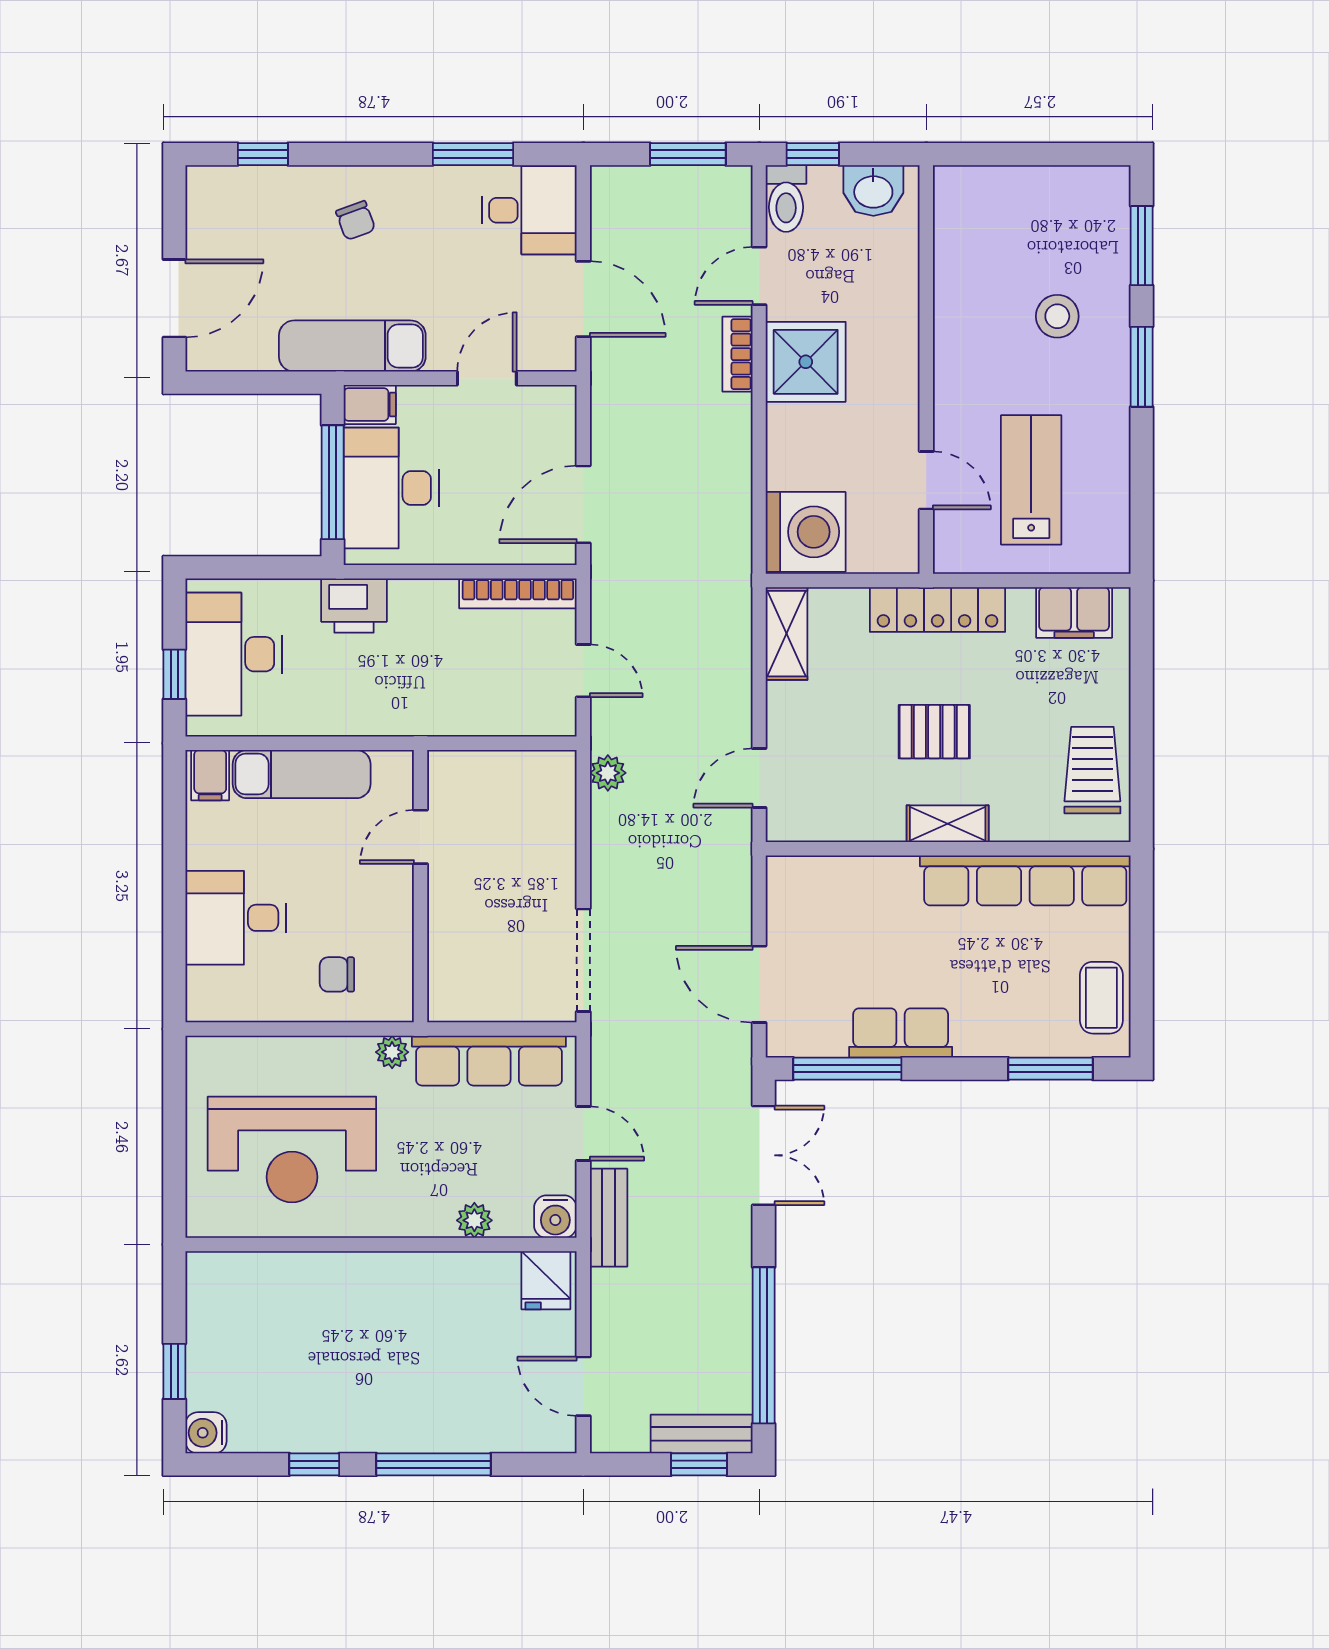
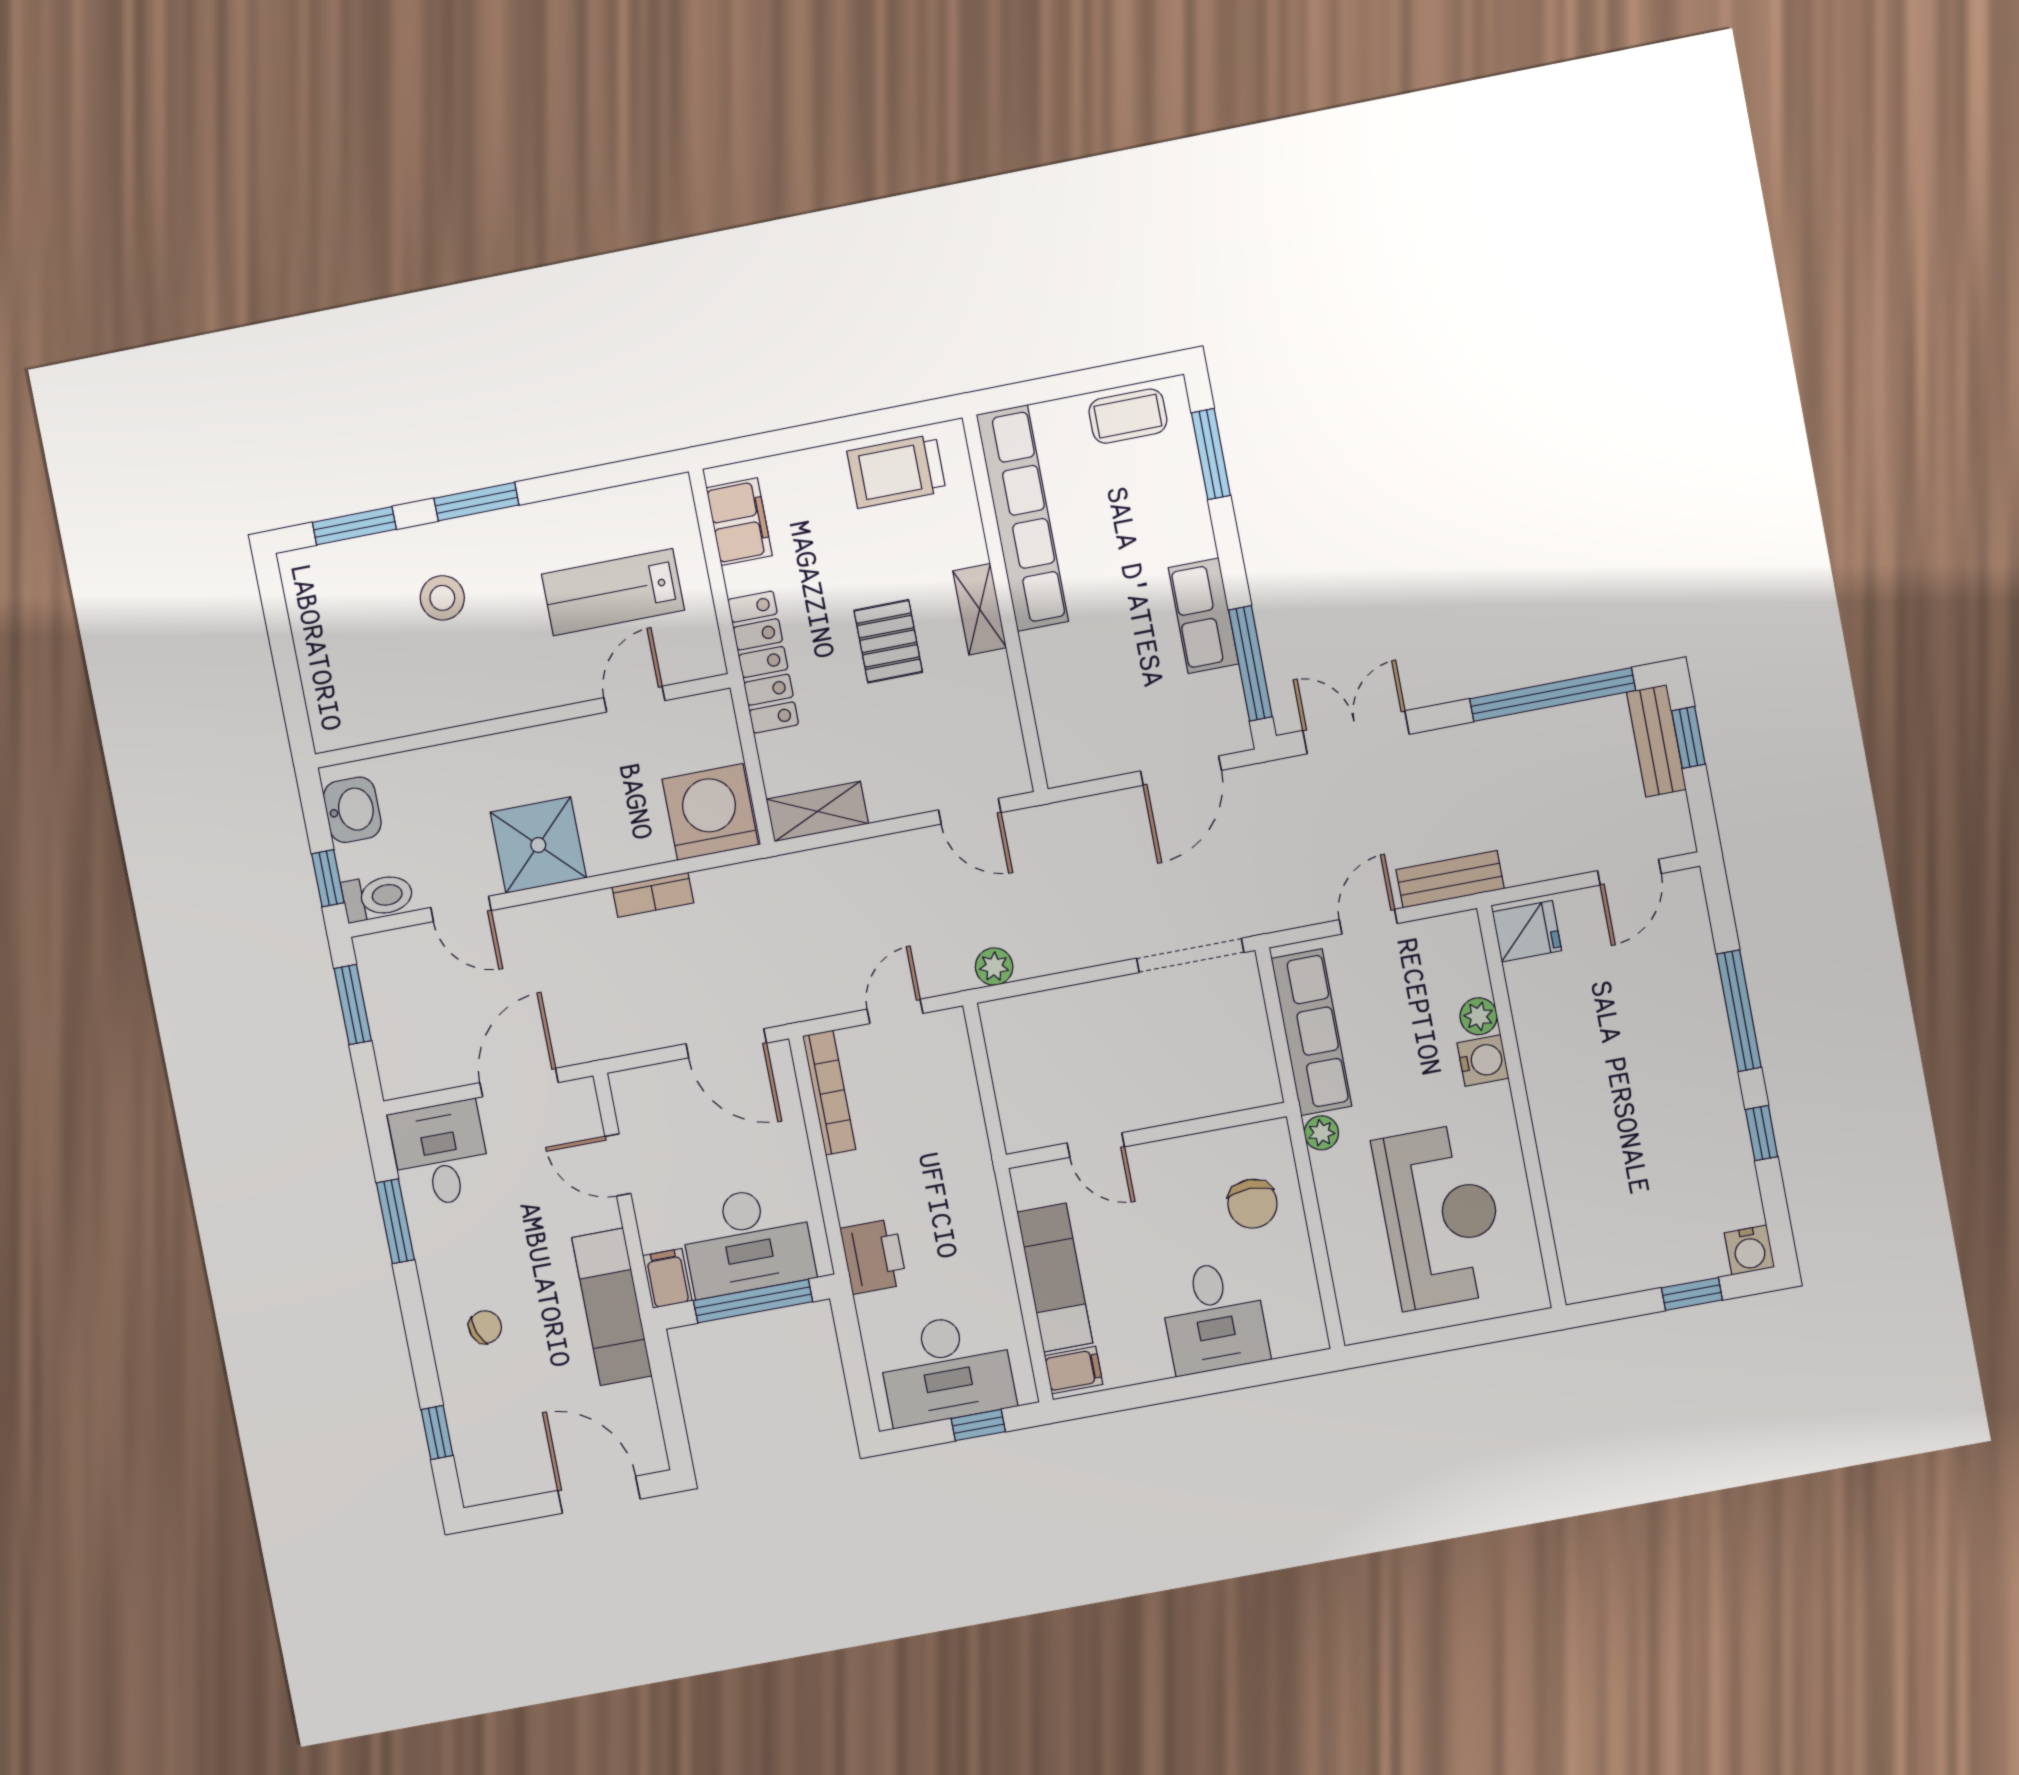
bookcase: (738, 354) -> (653, 895), moved
chair: (337, 974) -> (1252, 1204), width x1.37, depth x1.37
water cooler: (555, 1217) -> (1483, 1060), moved

